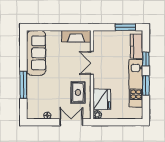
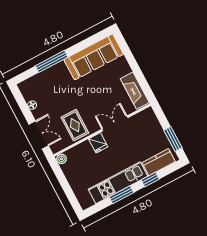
rug: (78, 92) -> (75, 125), turned 90
fridge: (102, 99) -> (98, 143), moved, width x0.53, depth x0.75

